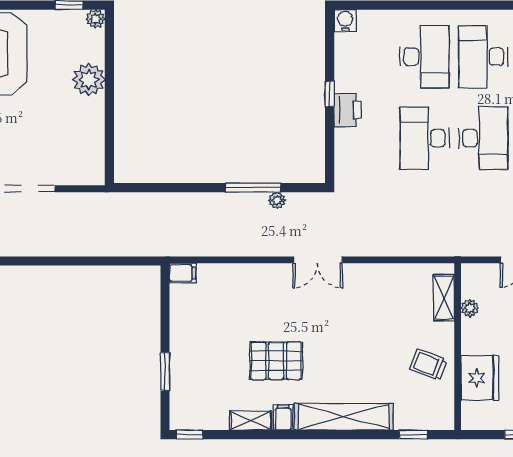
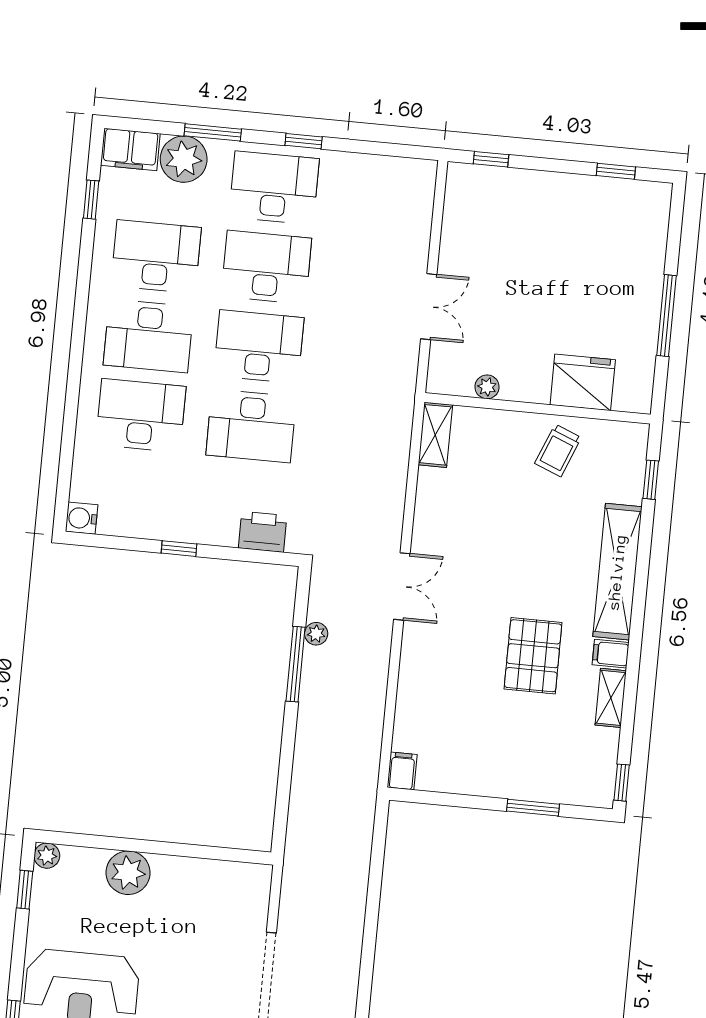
printer: (348, 110) -> (263, 532), moved
shelving: (444, 298) -> (435, 435), moved, turned 90

